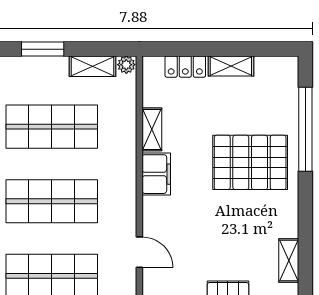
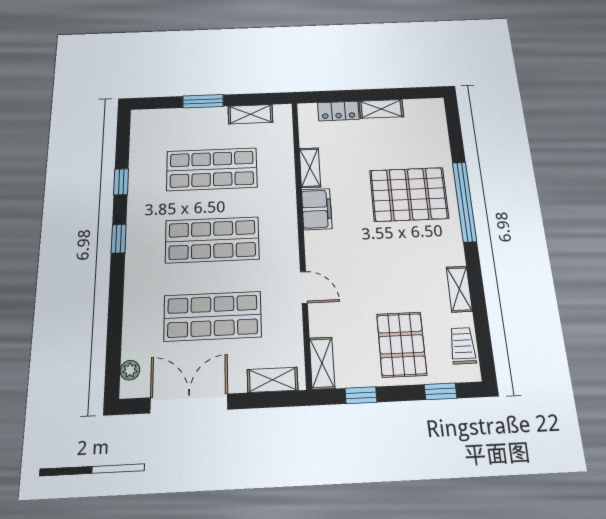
plant: (126, 65) -> (282, 112), removed
window: (305, 129) -> (464, 202), moved

